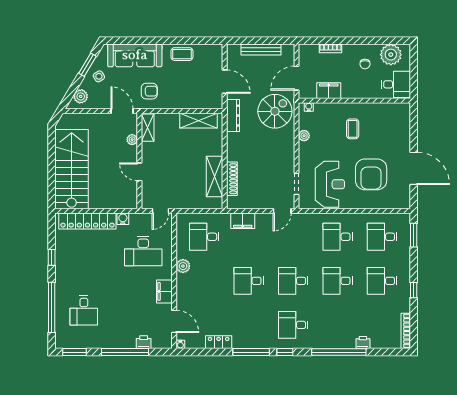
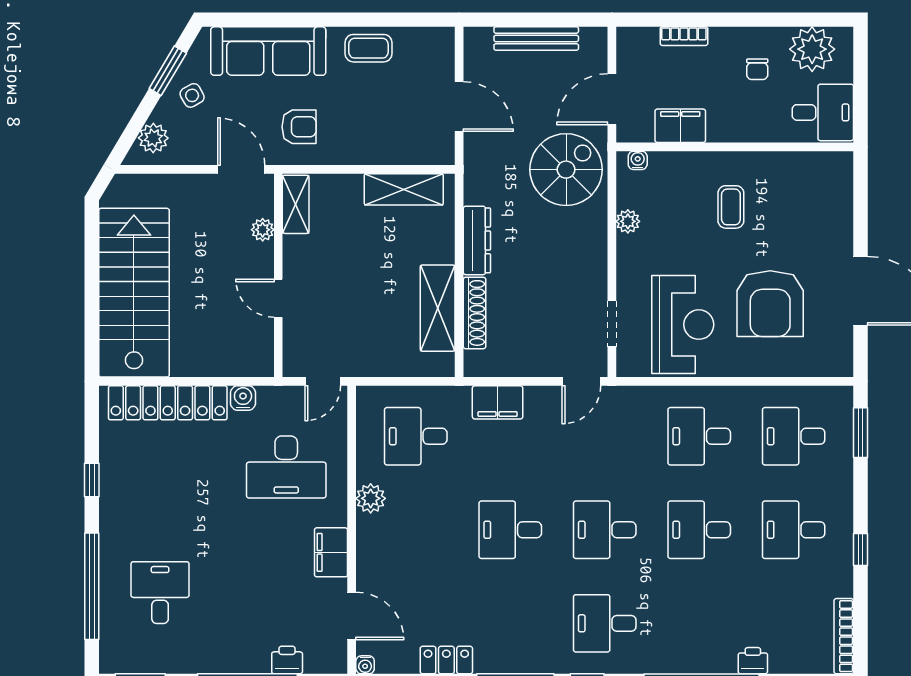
dresser: (233, 116) -> (477, 240), moved
desk: (84, 310) -> (160, 593), turned 180

